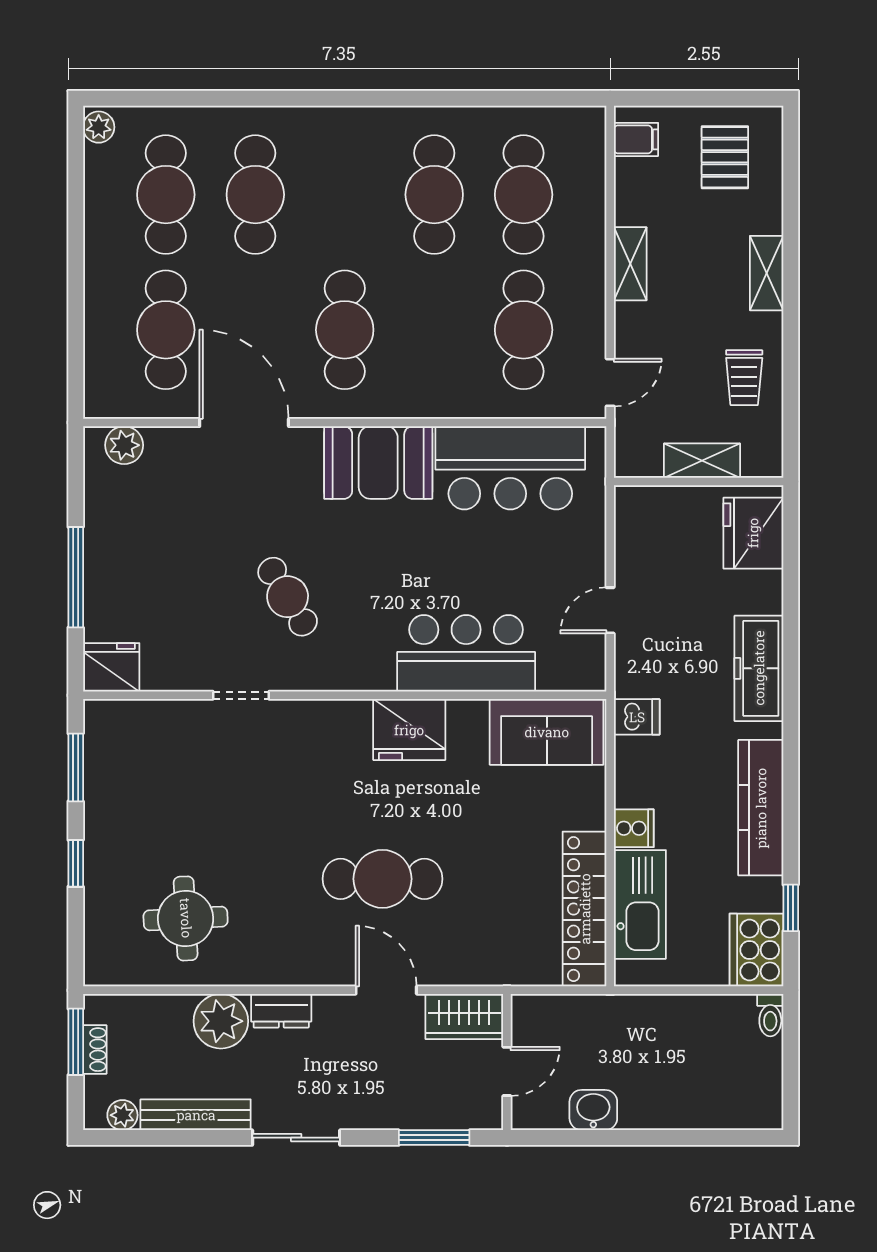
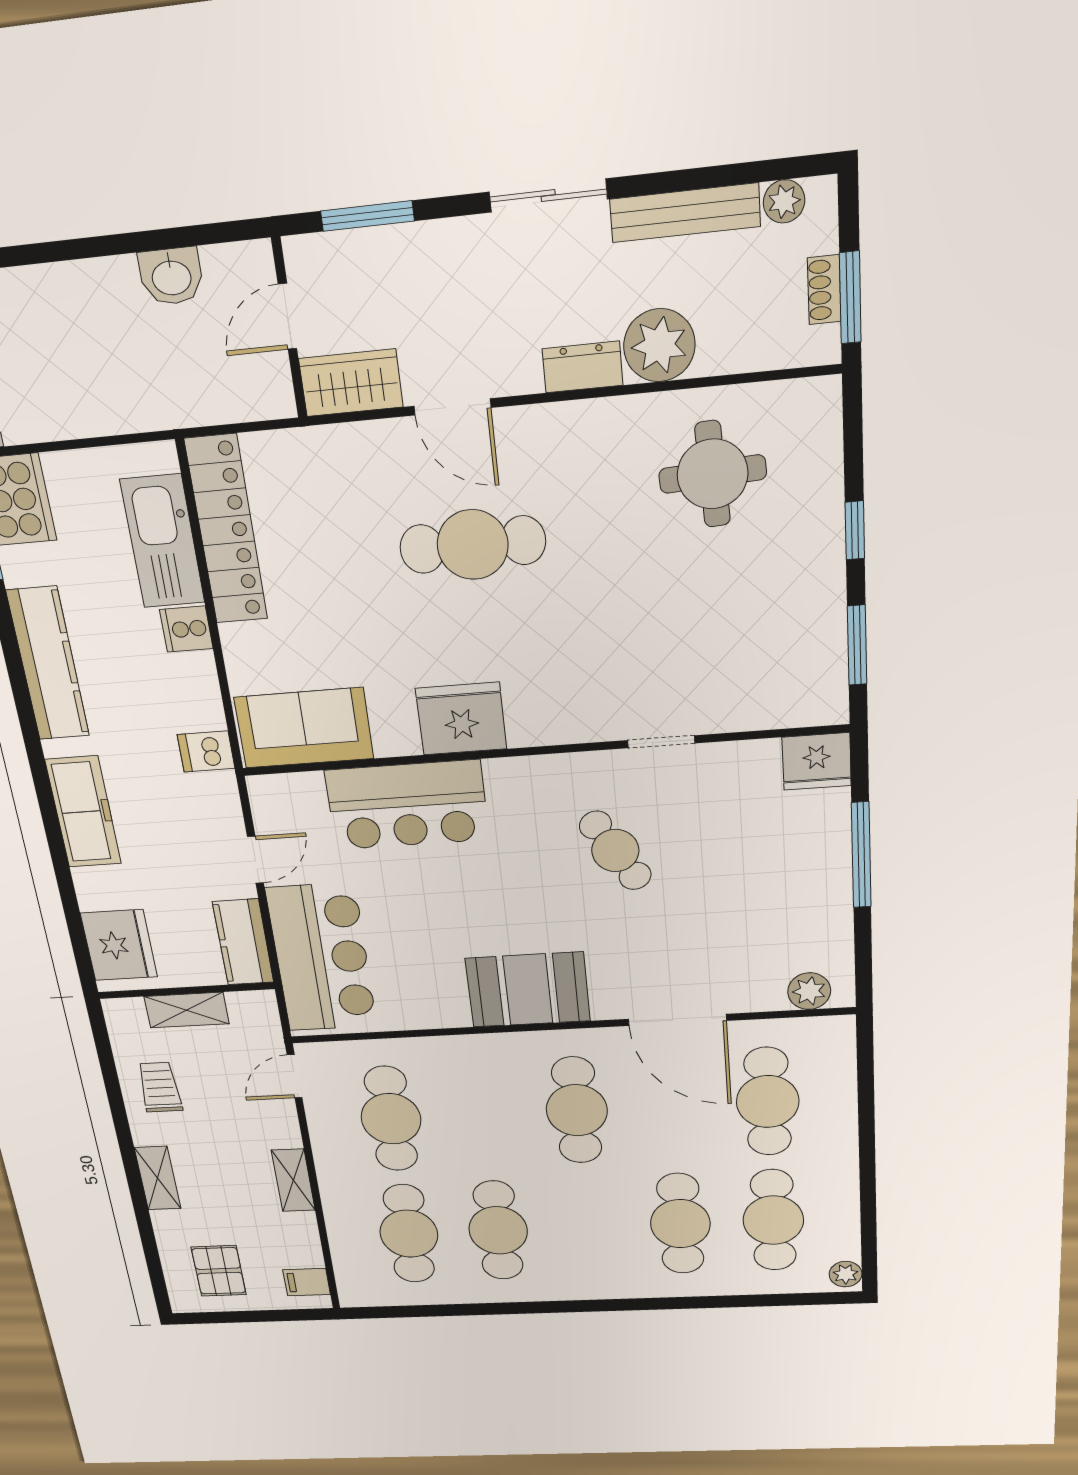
bar counter: (510, 468) -> (322, 958), moved, turned 90
kitchen counter: (635, 529) -> (243, 942), added

